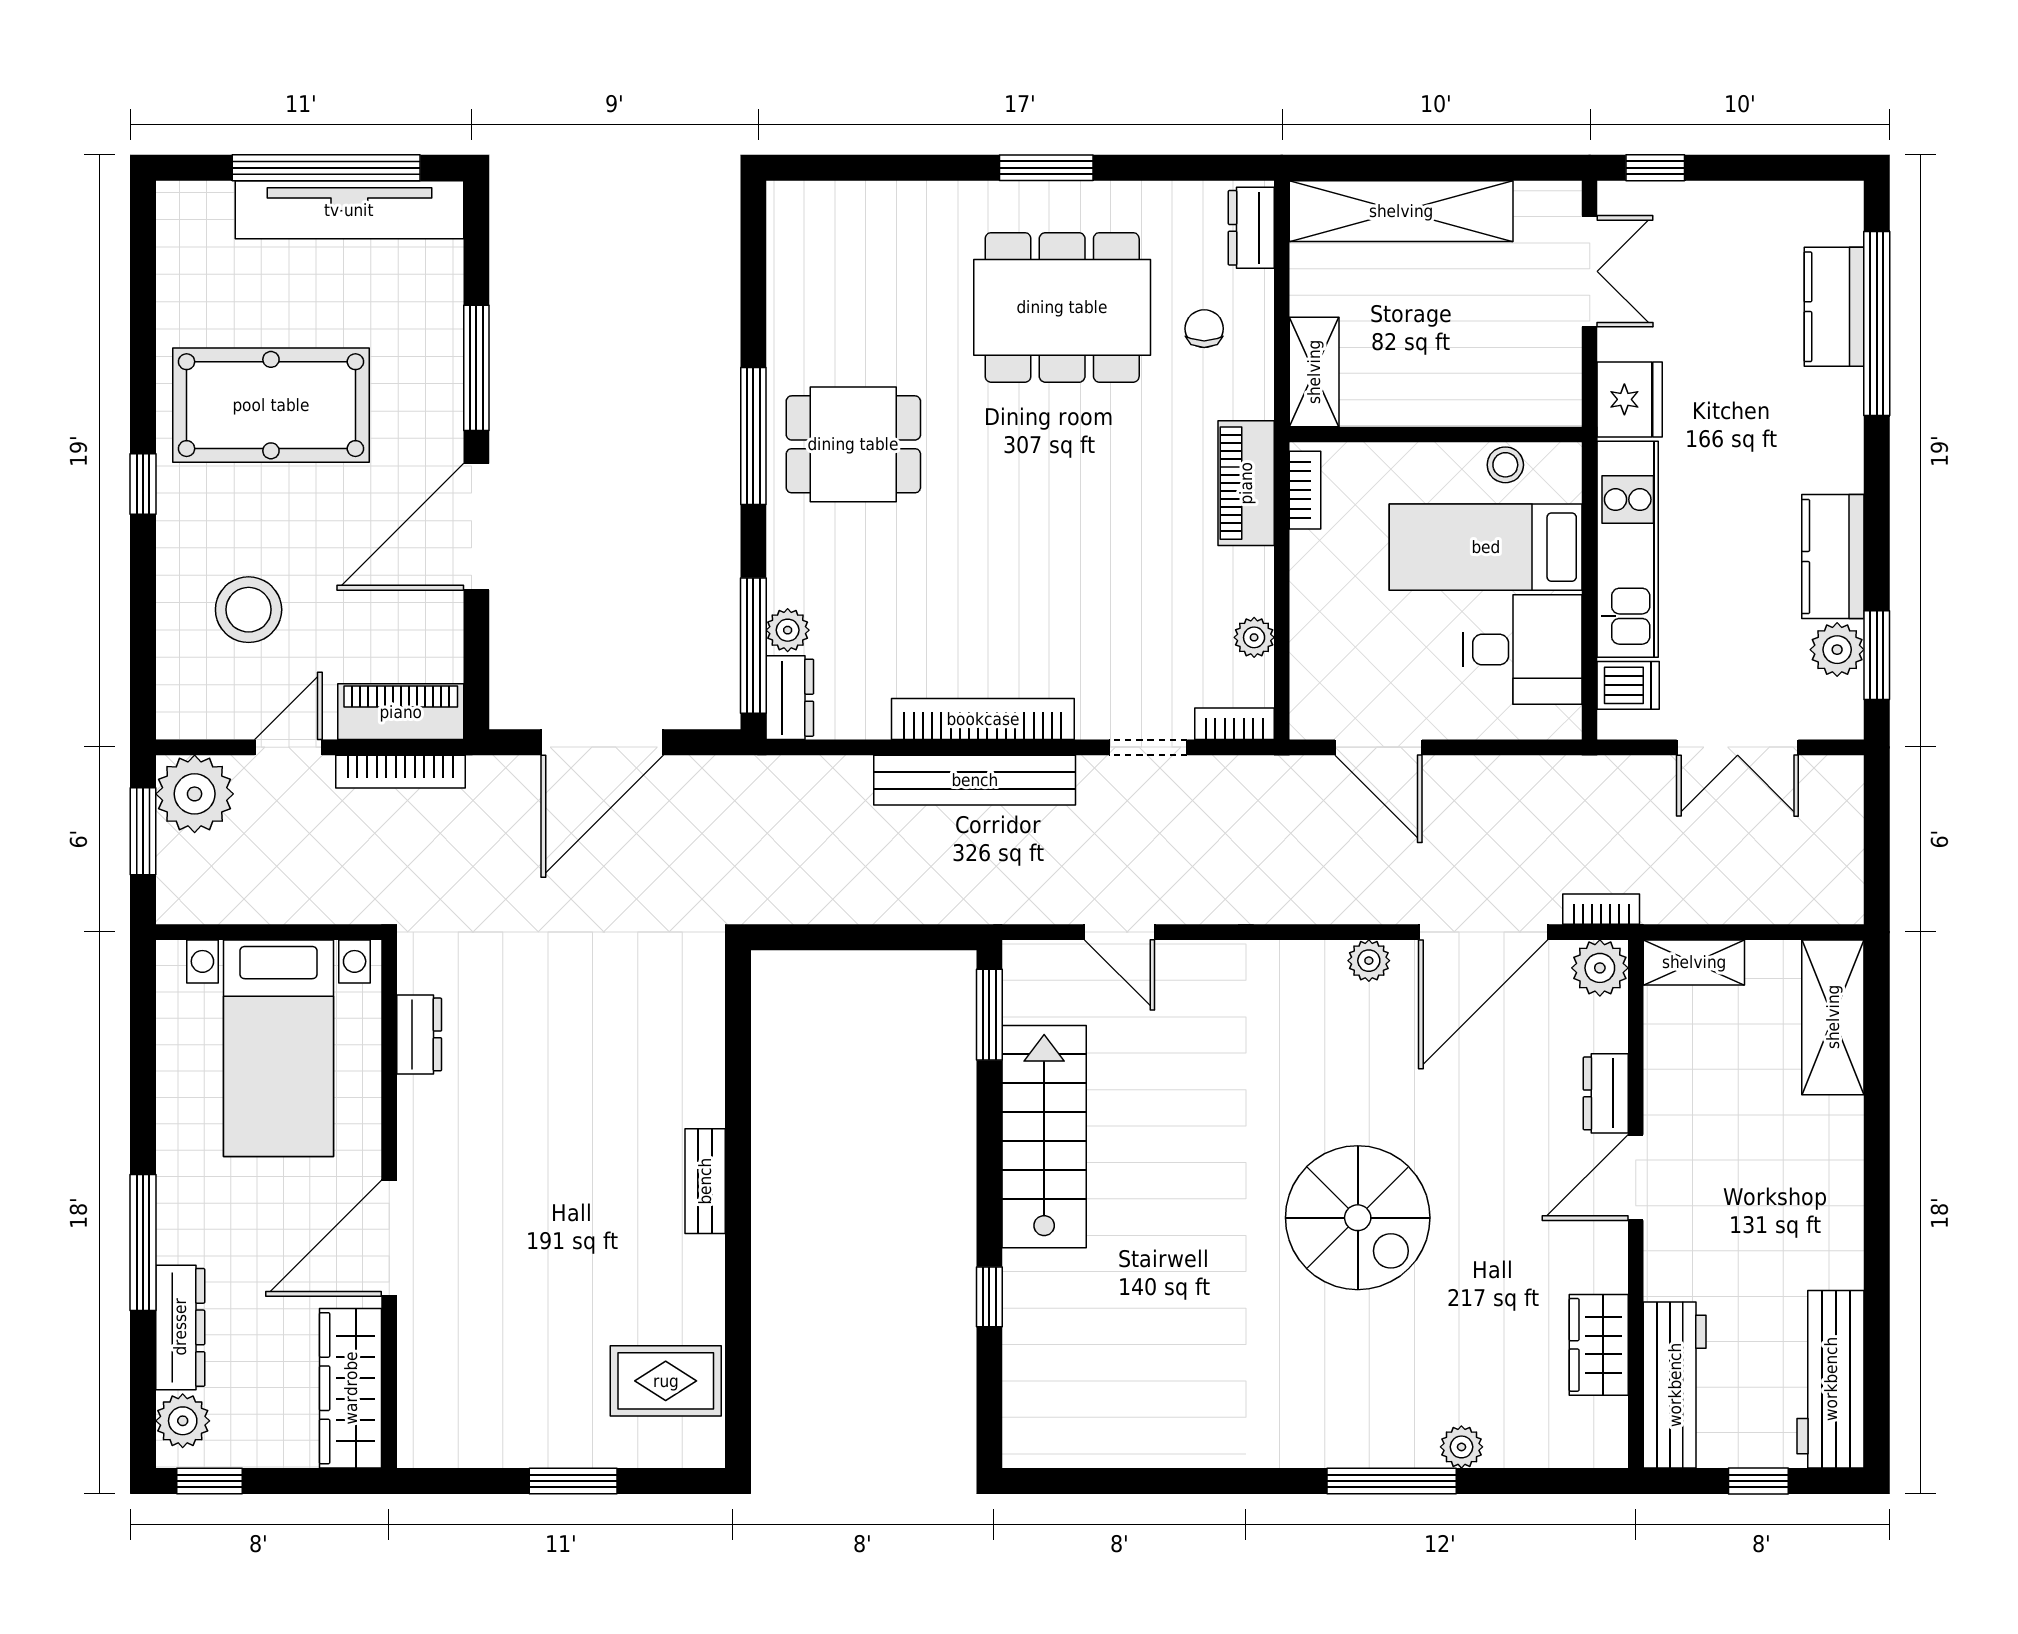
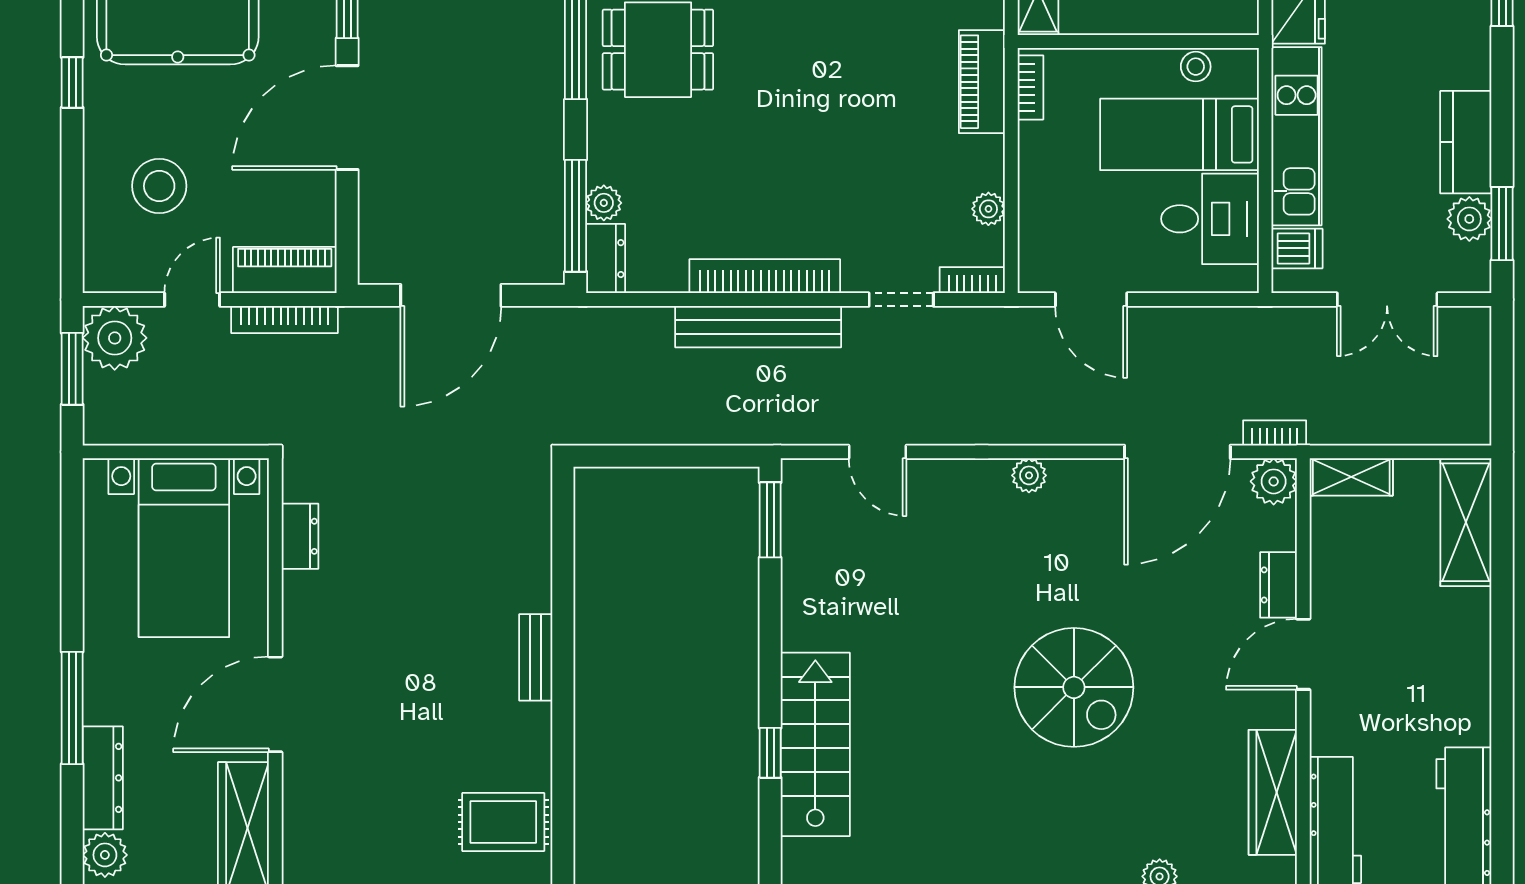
plant: (1369, 961) -> (1029, 475), moved
stairs: (1044, 1137) -> (815, 744), moved
wardrobe: (1599, 1345) -> (1273, 792), width x1.50

